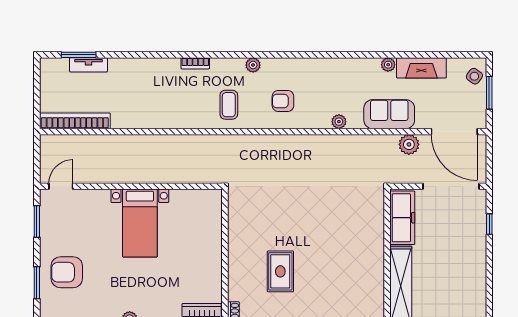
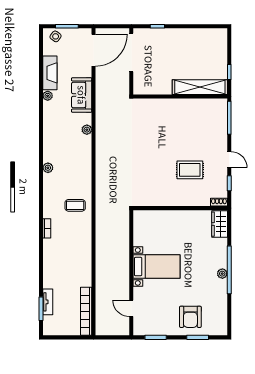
plant: (253, 65) -> (48, 168), moved
armchair: (283, 101) -> (73, 168), removed
plant: (409, 144) -> (102, 81), removed
door: (61, 186) -> (131, 308), moved
freezer: (402, 218) -> (153, 86), removed

